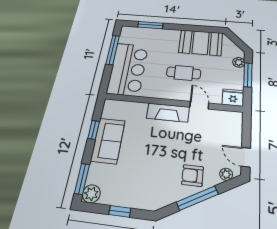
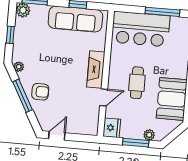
sofa: (108, 141) -> (75, 19), width x1.36
plant: (226, 174) -> (19, 67), moved
armchair: (193, 176) -> (40, 92), turned 90

